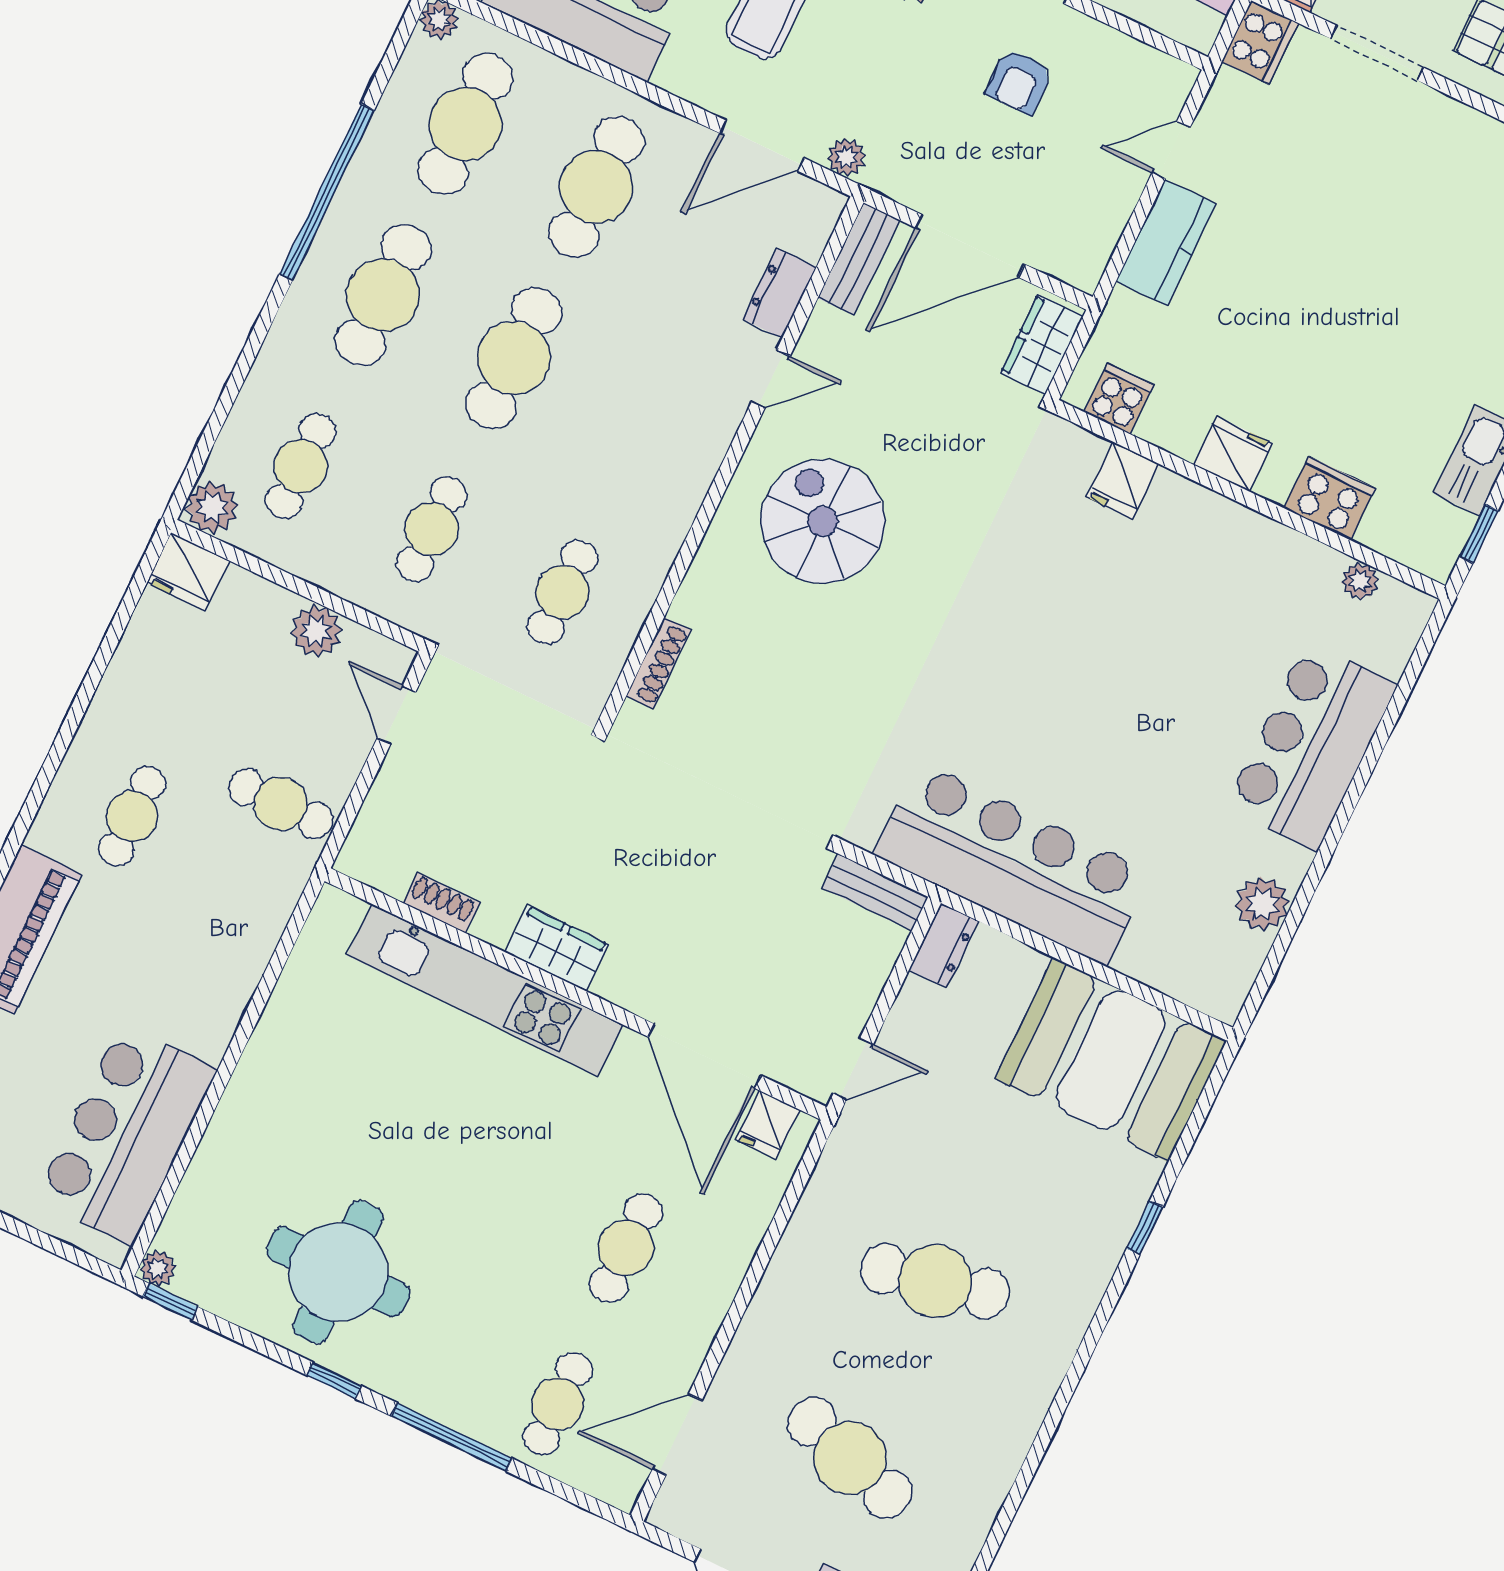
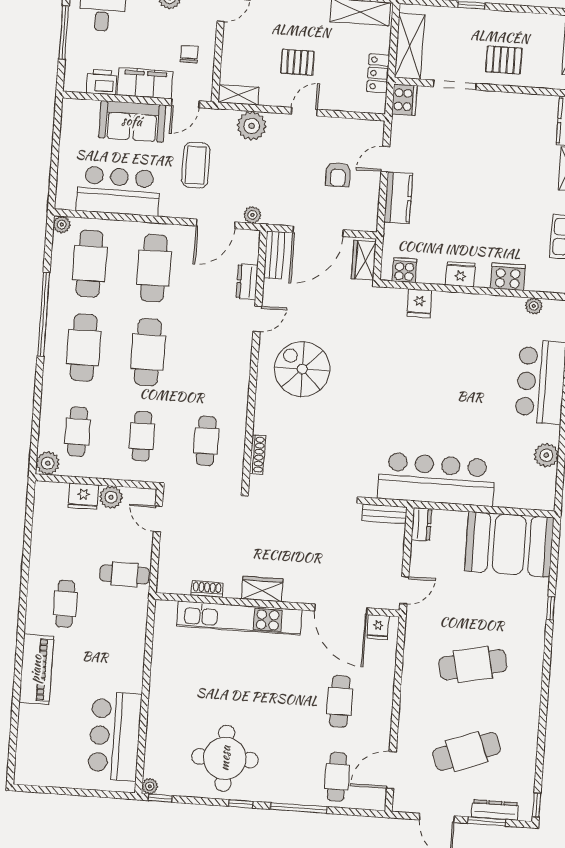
armchair: (1019, 81) -> (338, 175), moved
fridge: (188, 572) -> (83, 496), moved
cafe table: (850, 1458) -> (467, 751), turned -39

